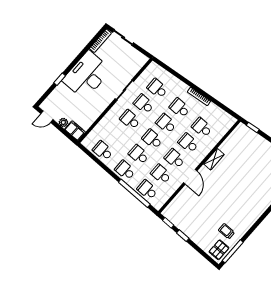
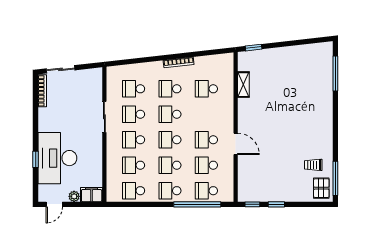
desk: (87, 75) -> (57, 158), moved
school desk: (188, 143) -> (134, 165), moved
shelving: (214, 159) -> (243, 85), moved

